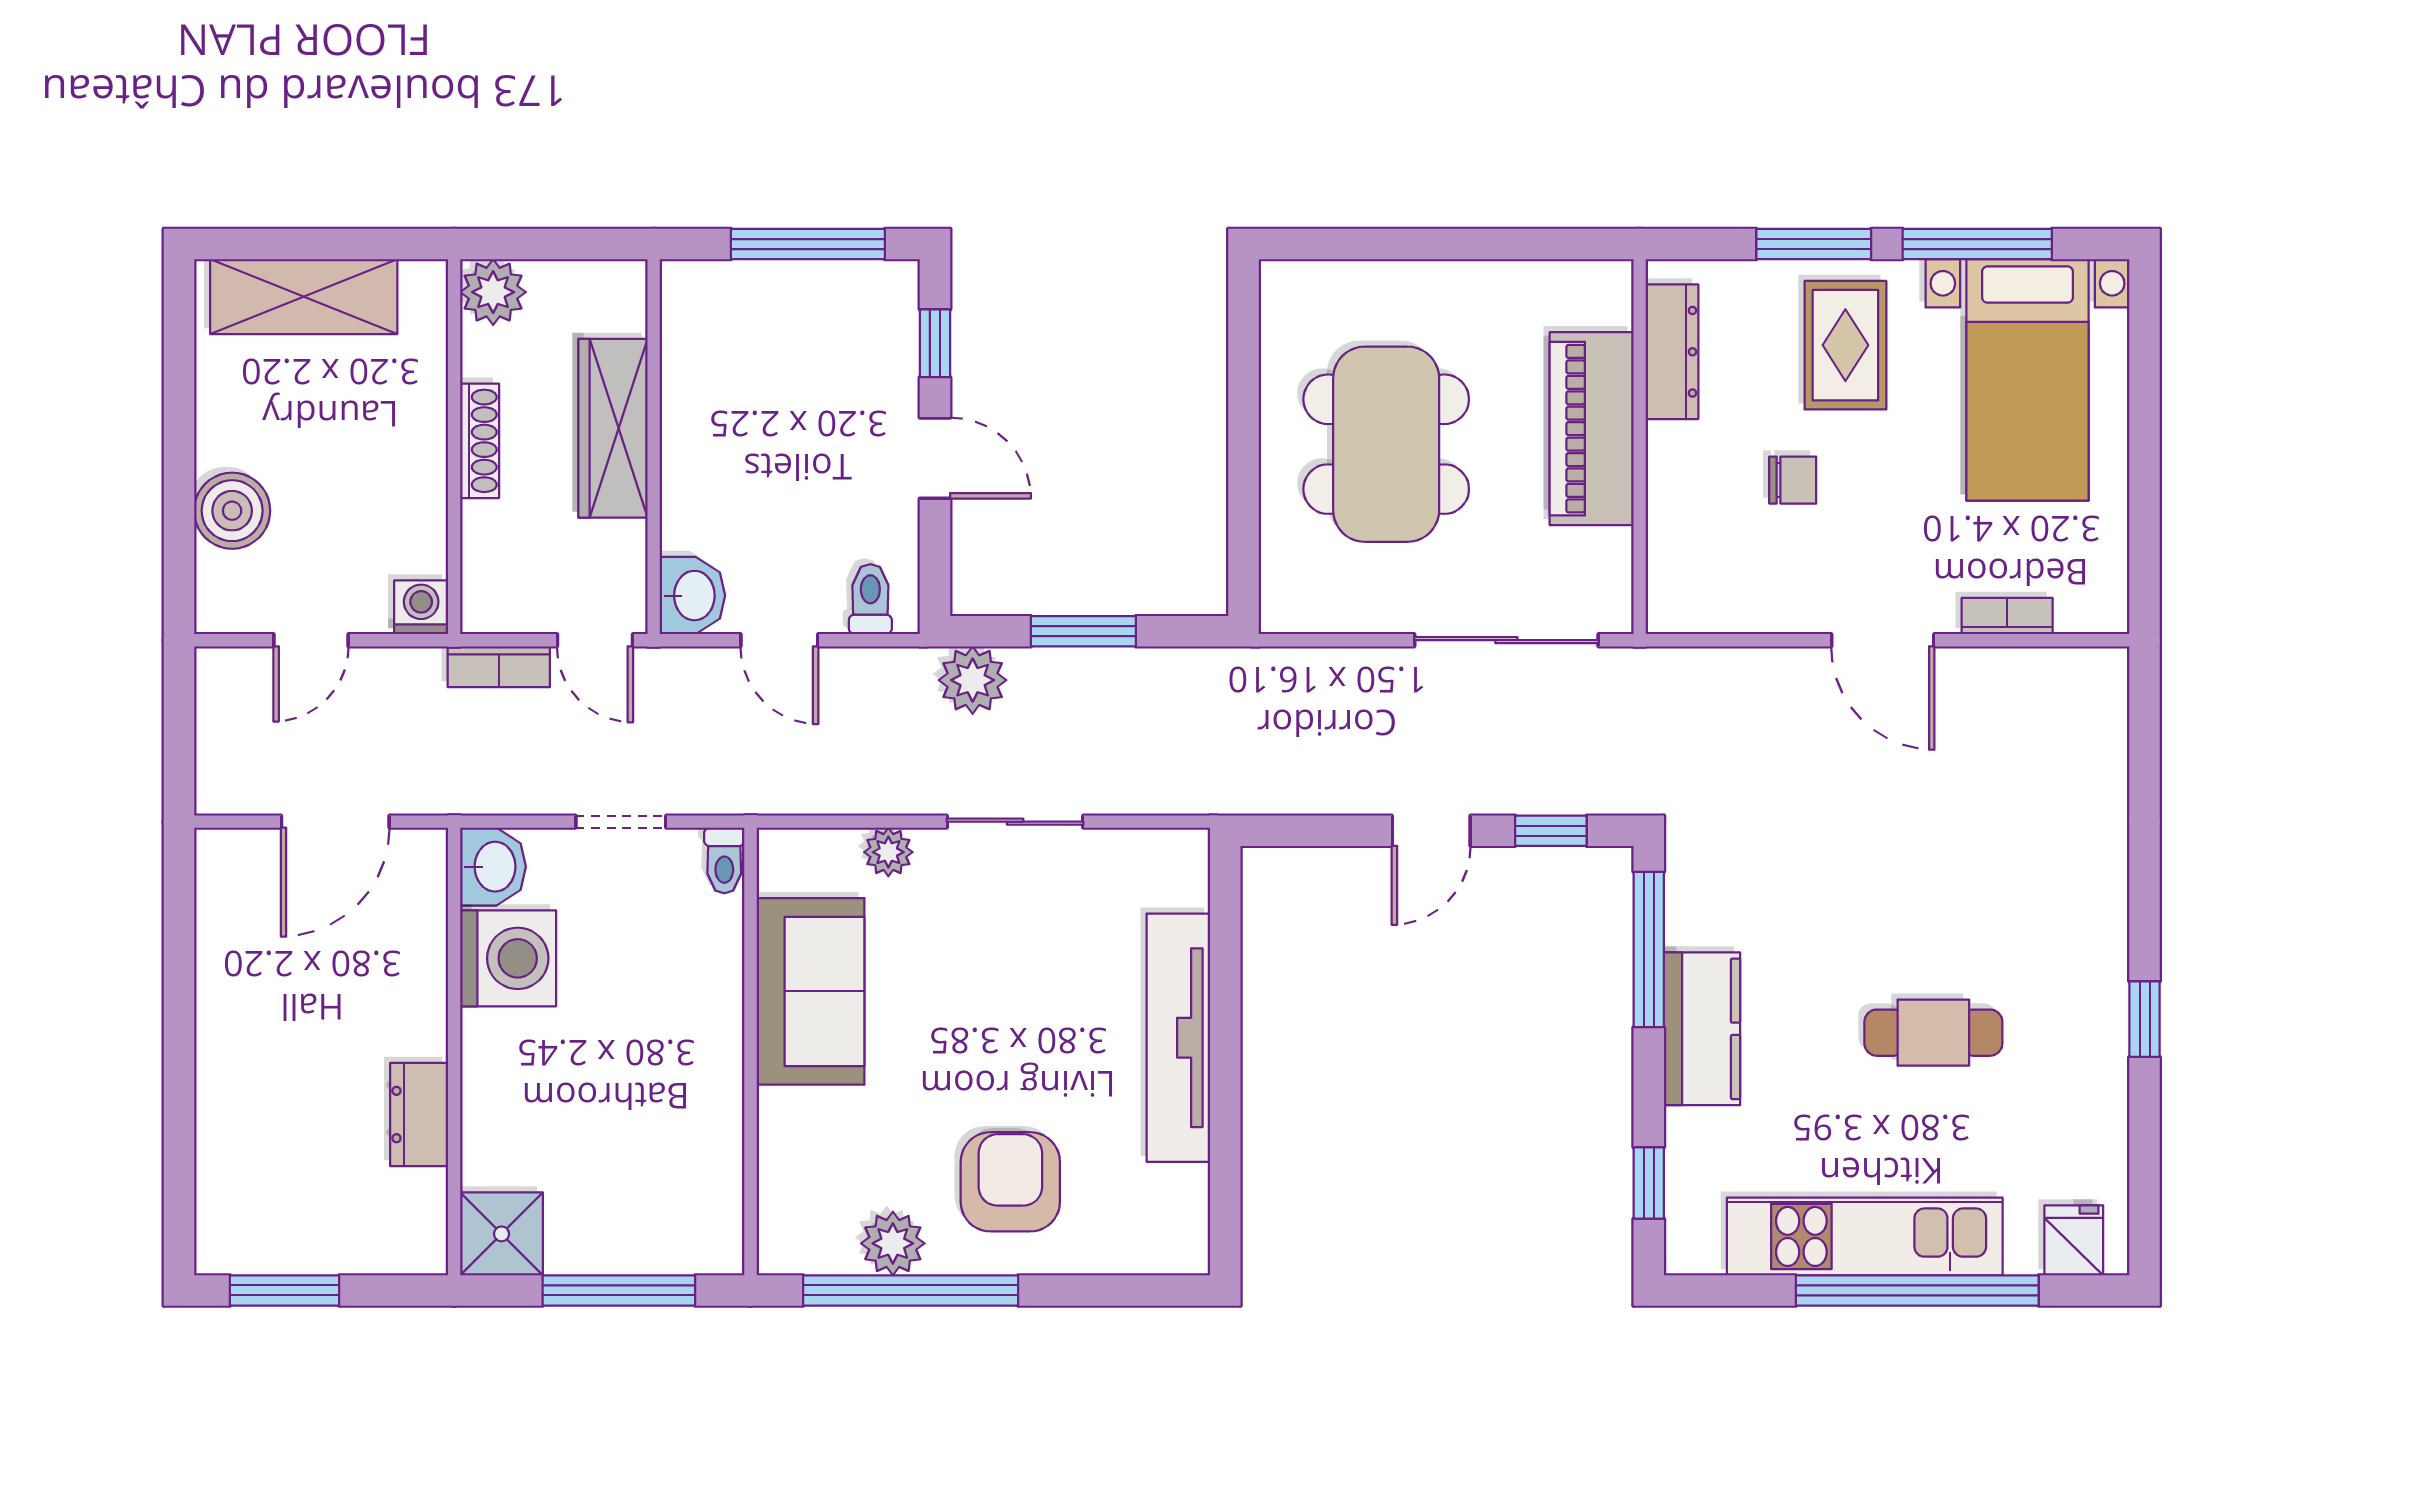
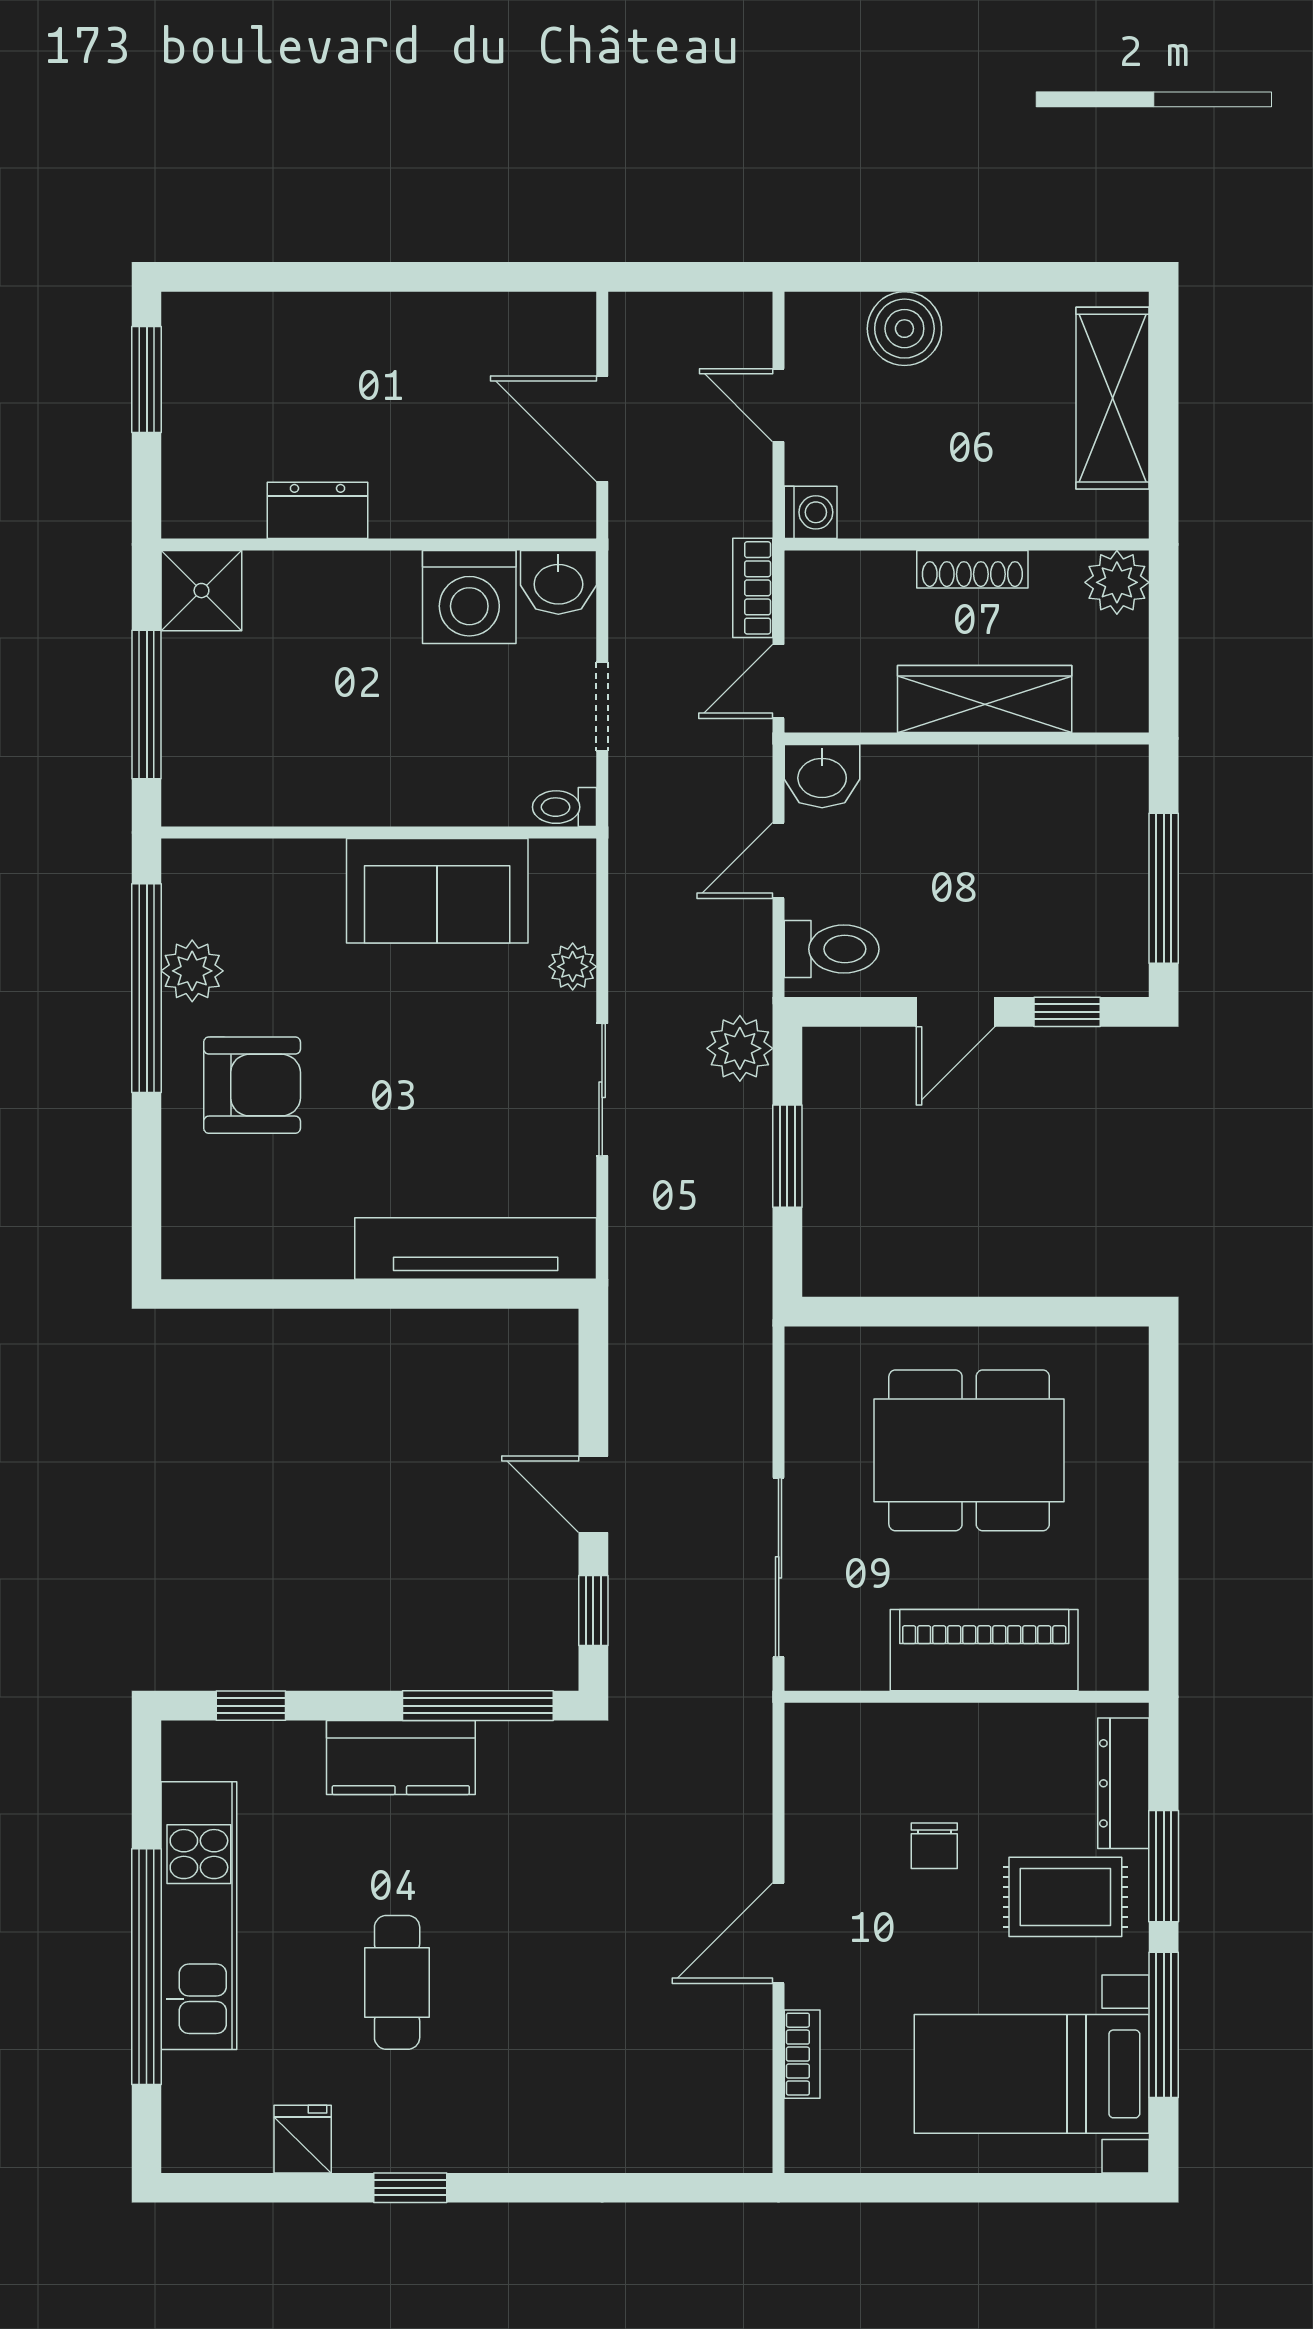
dresser: (1672, 352) -> (1123, 1783), moved, turned 90
toilet: (870, 599) -> (832, 949), width x1.37, depth x1.39
tv unit: (1178, 1038) -> (476, 1248), moved
fridge: (2074, 1240) -> (303, 2139), moved, turned -90

